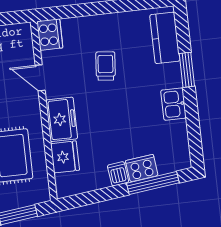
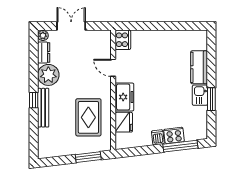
kitchen counter: (165, 38) -> (199, 67), moved
trolley: (106, 66) -> (158, 65), removed
window: (187, 70) -> (211, 99), moved

